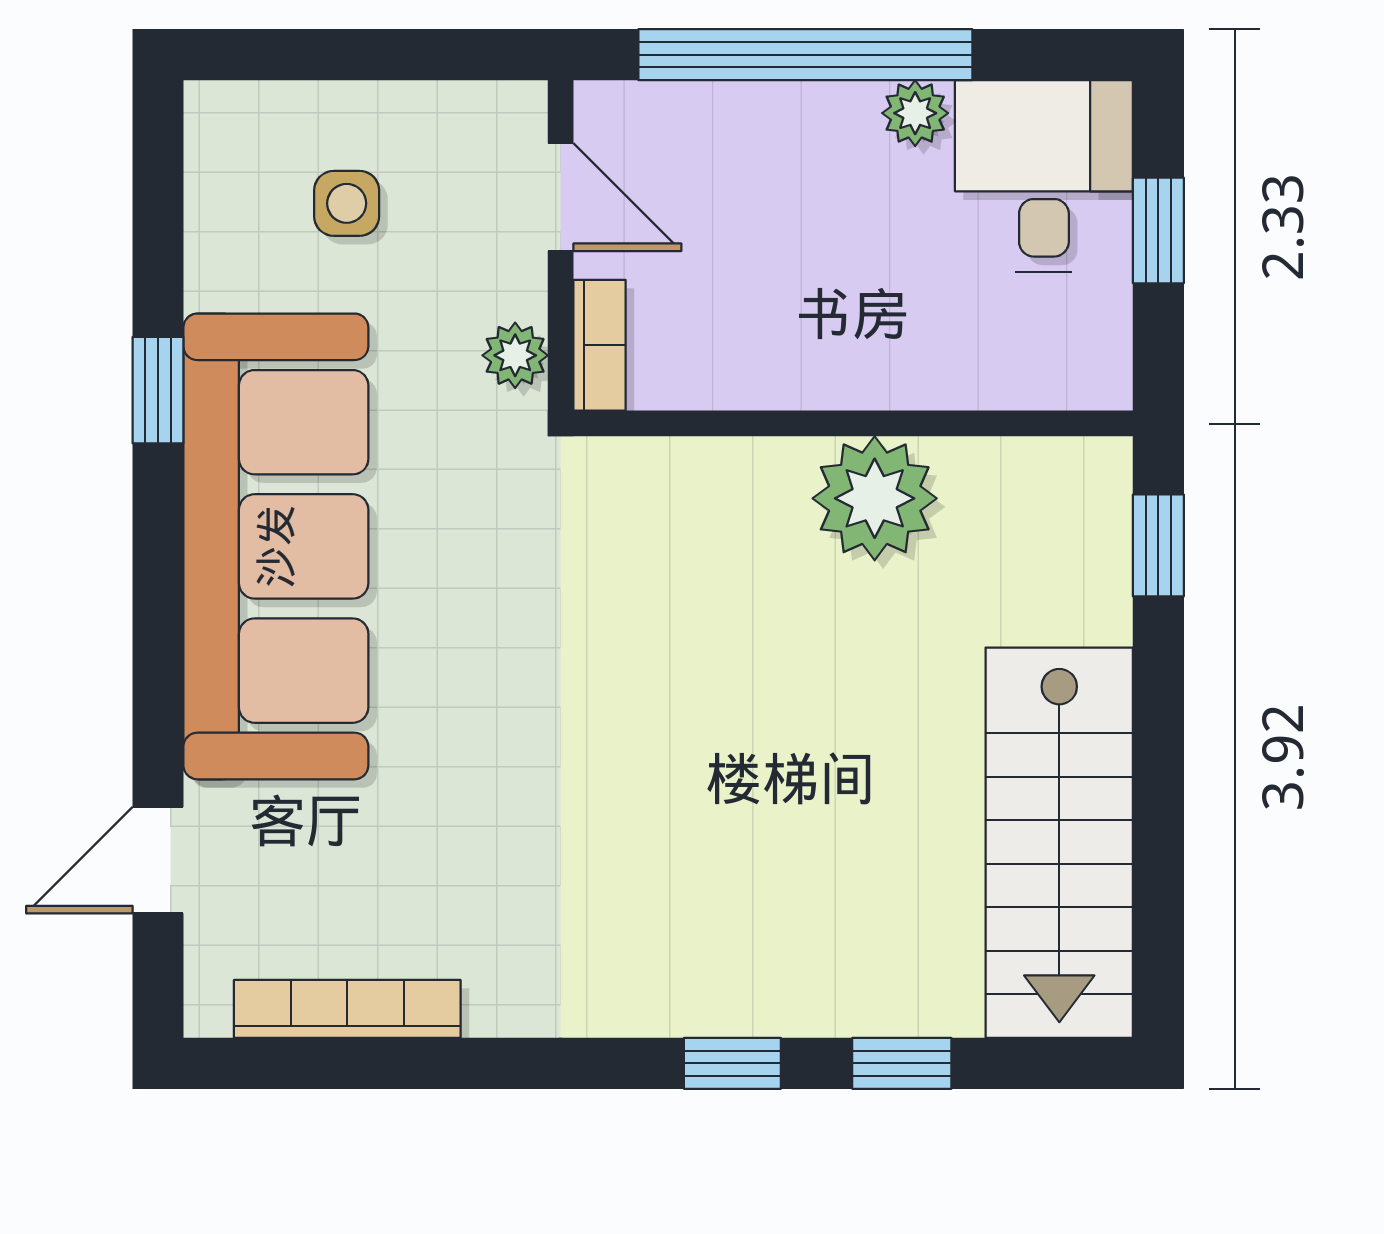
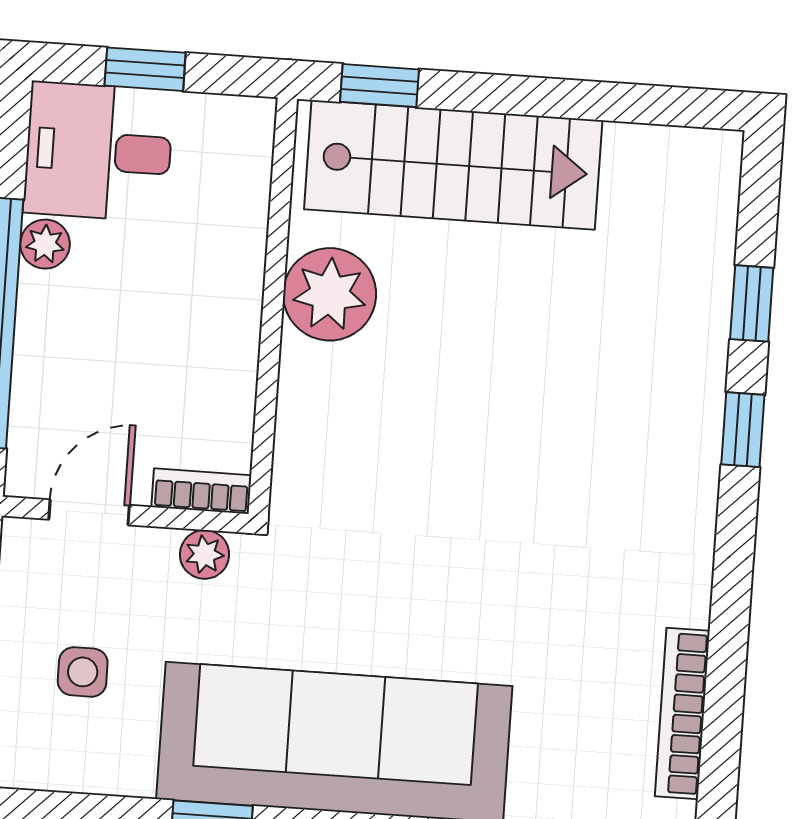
stairs: (1059, 843) -> (453, 165), moved

